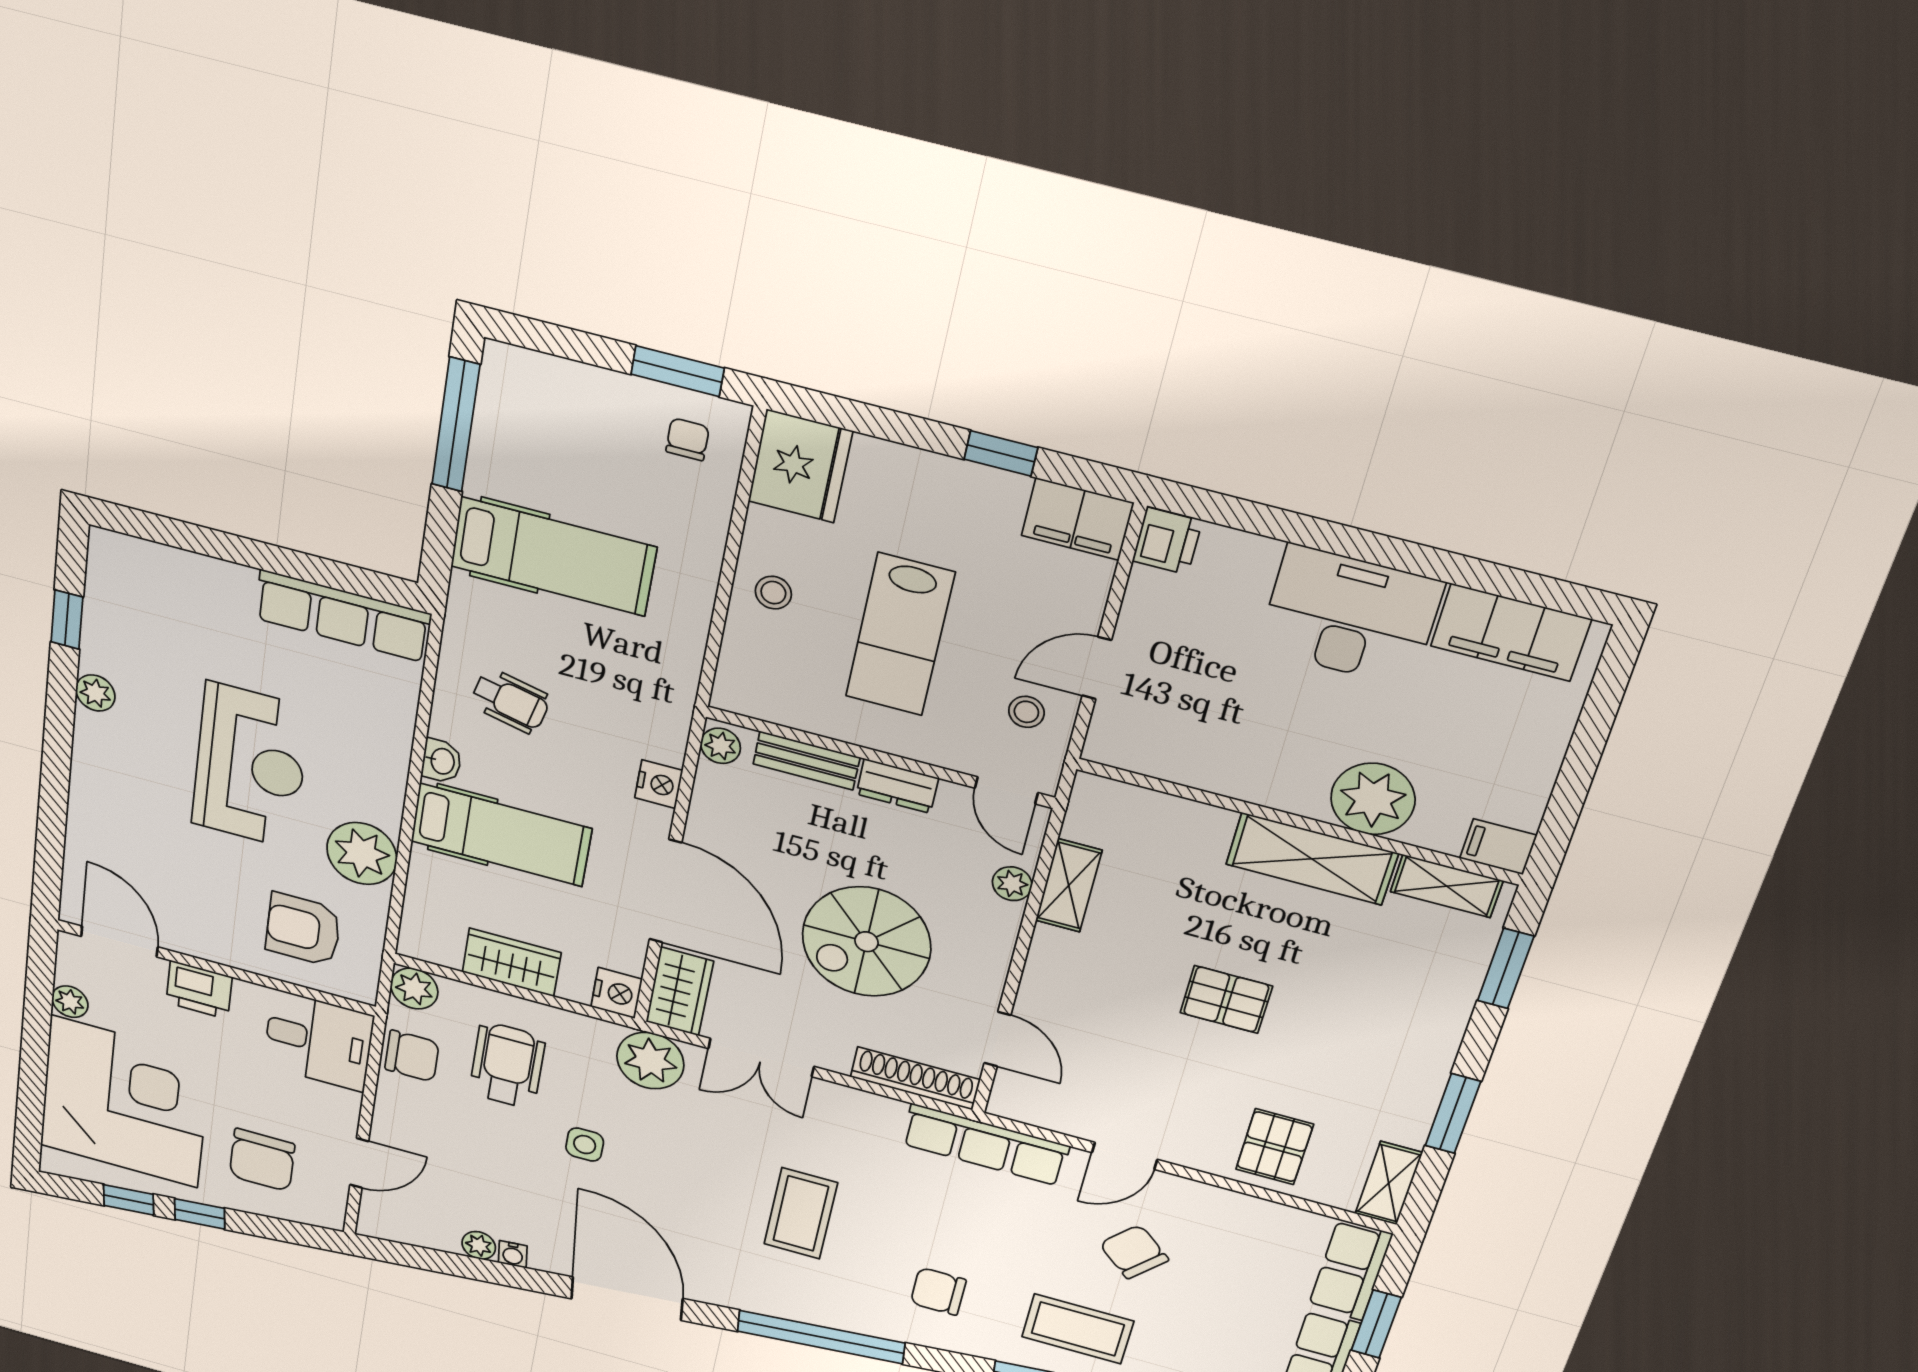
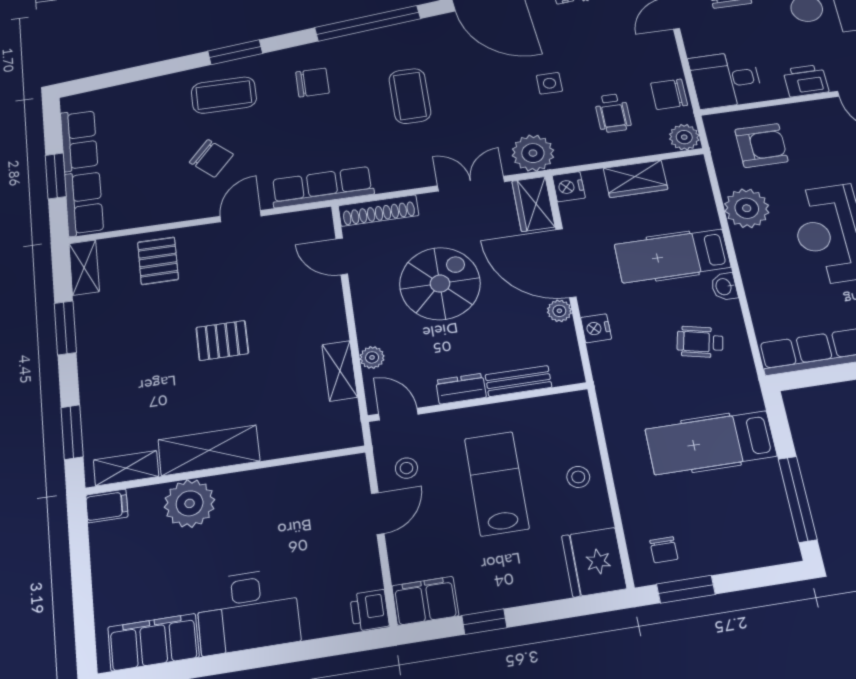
plant: (721, 746) -> (559, 311), moved
wheelchair: (507, 1065) -> (613, 113), width x0.73, depth x0.73

